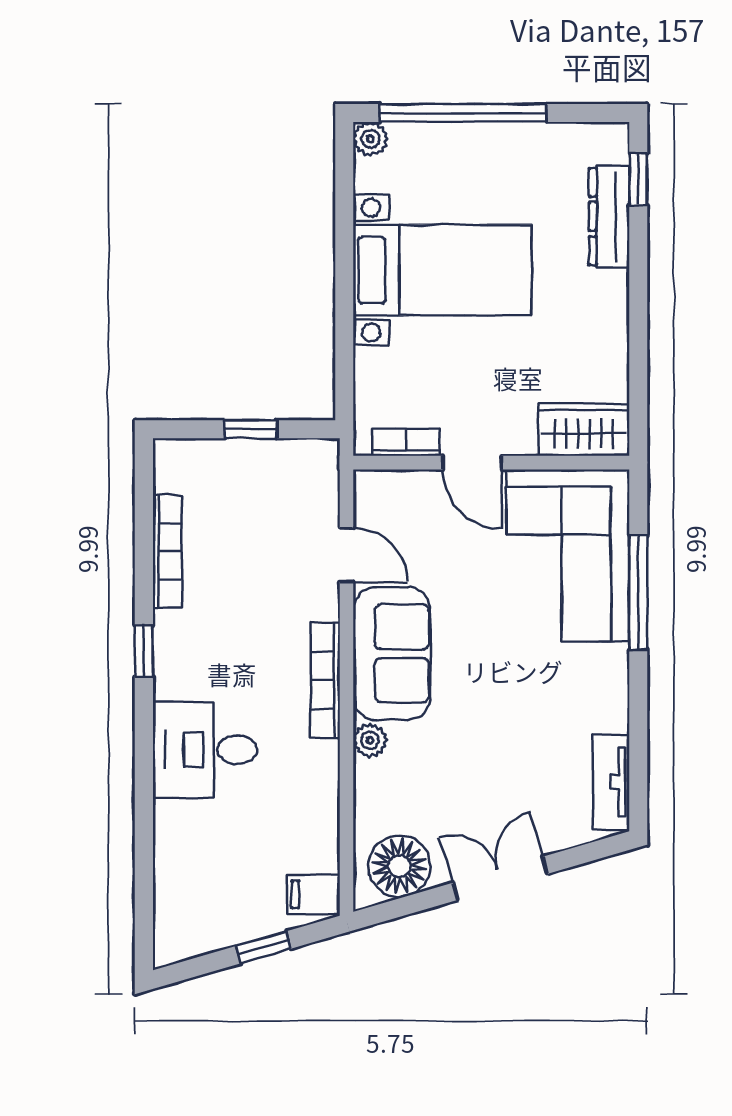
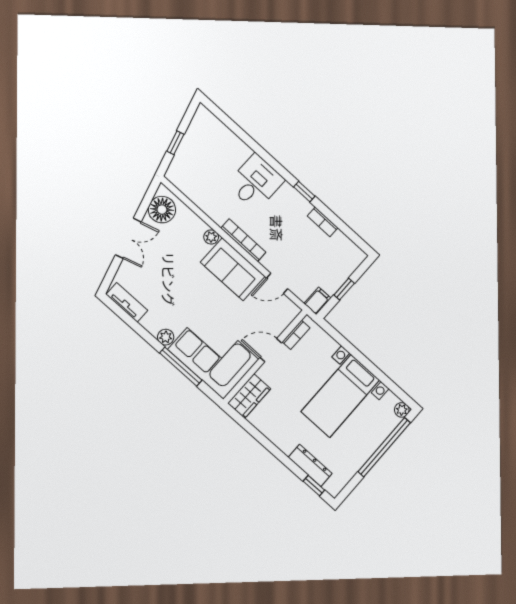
bookcase: (167, 551) -> (323, 222), width x0.64
plant: (611, 663) -> (166, 337), added
filing cabinet: (314, 894) -> (317, 301), moved

